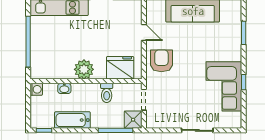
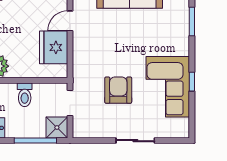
door: (144, 32) -> (70, 21), swing flipped
armchair: (161, 61) -> (118, 90), moved
fridge: (120, 68) -> (54, 47), moved, turned -90

